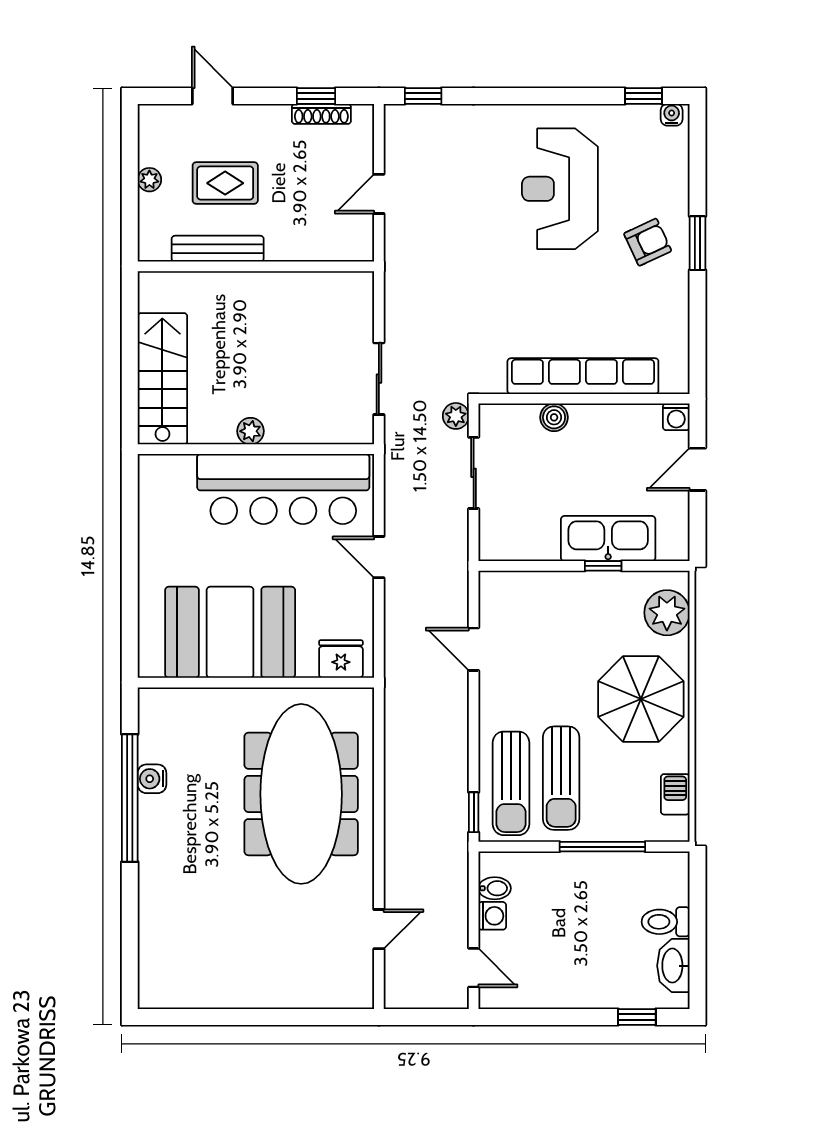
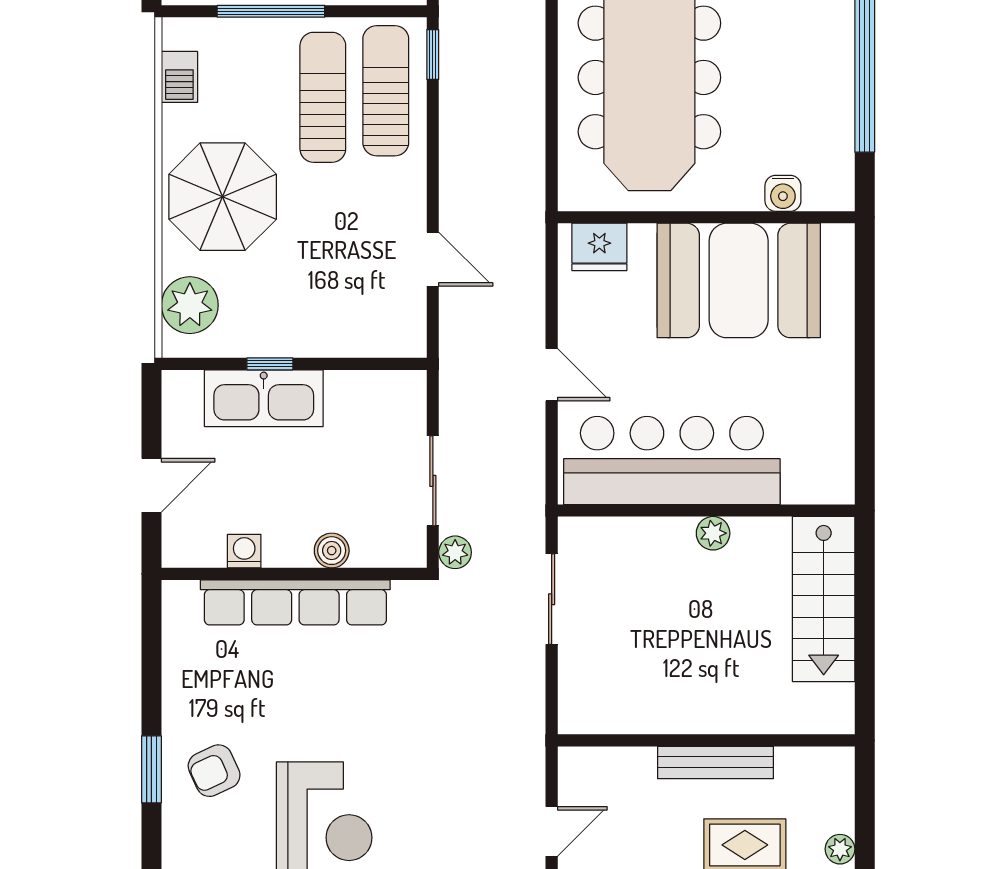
bench: (218, 249) -> (716, 762), moved
washing machine: (676, 417) -> (244, 551), moved
water cooler: (152, 779) -> (783, 193), moved, turned 90

